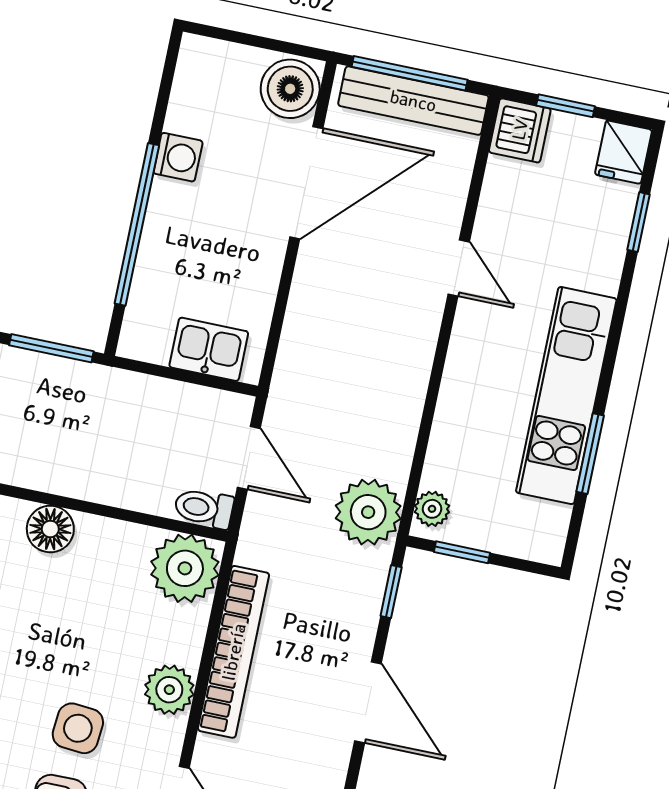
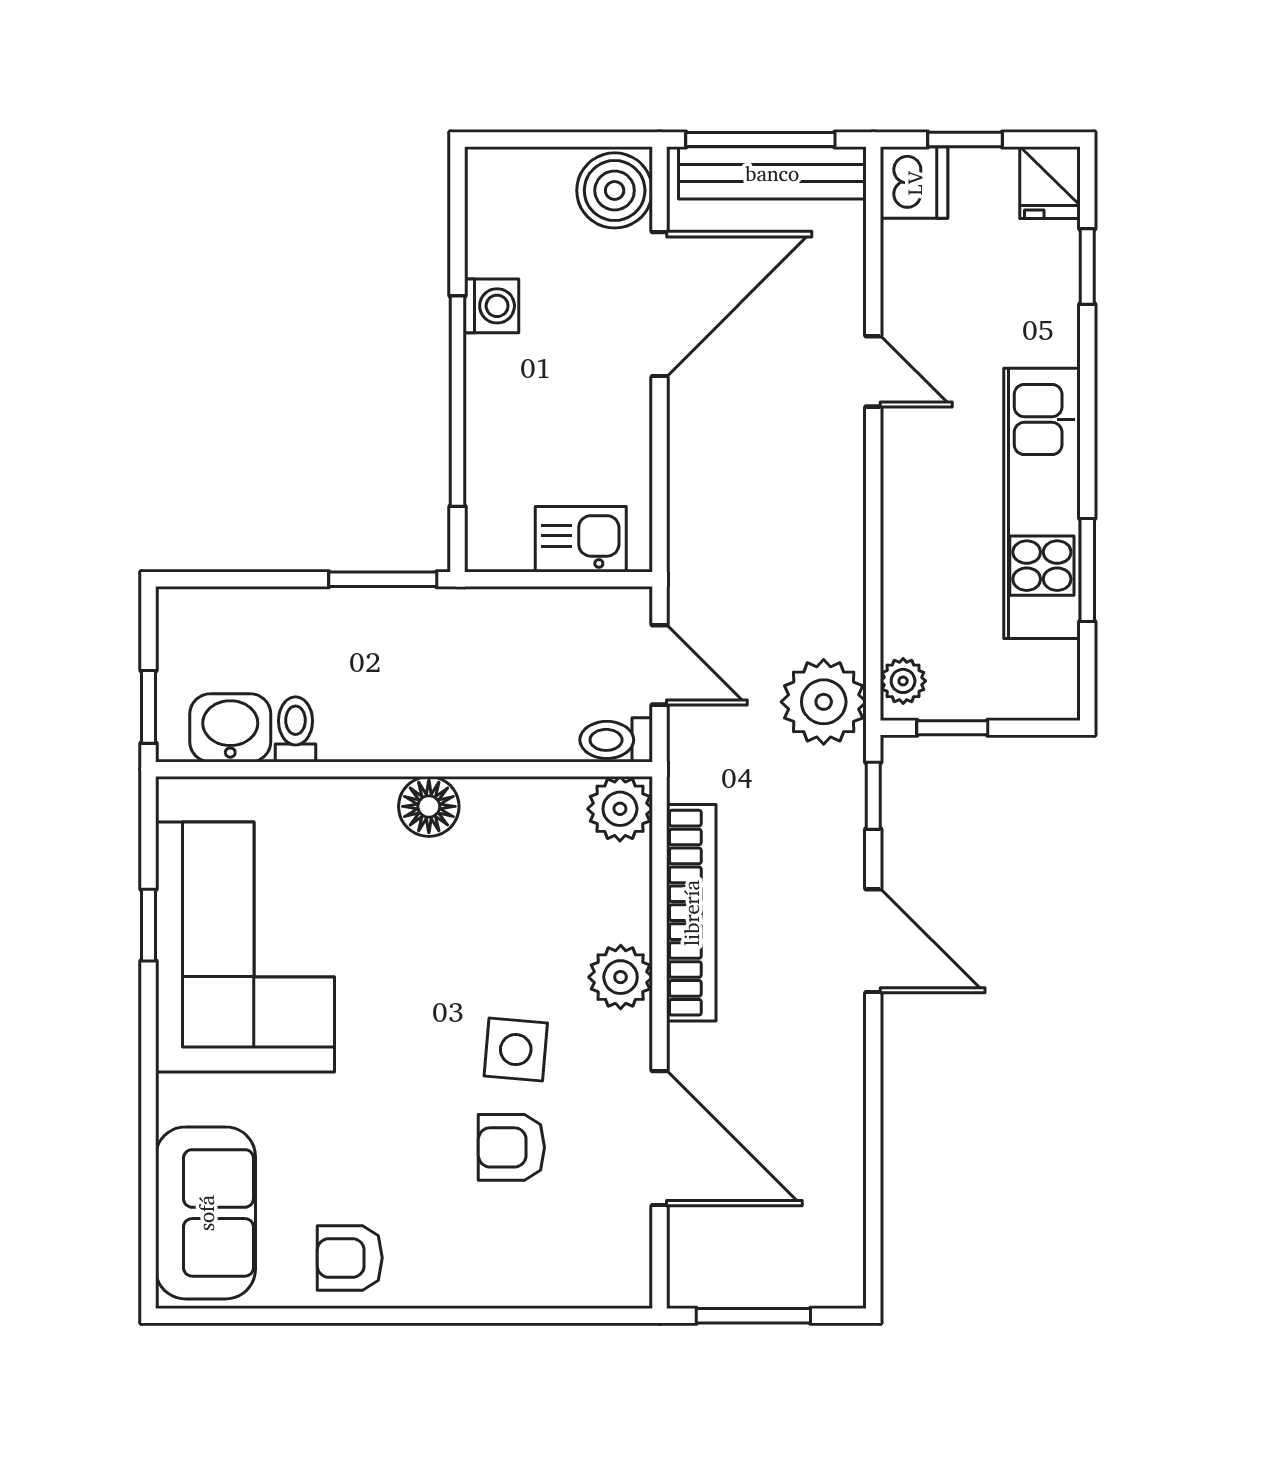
plant: (185, 568) -> (620, 809), width x0.73, depth x0.73

